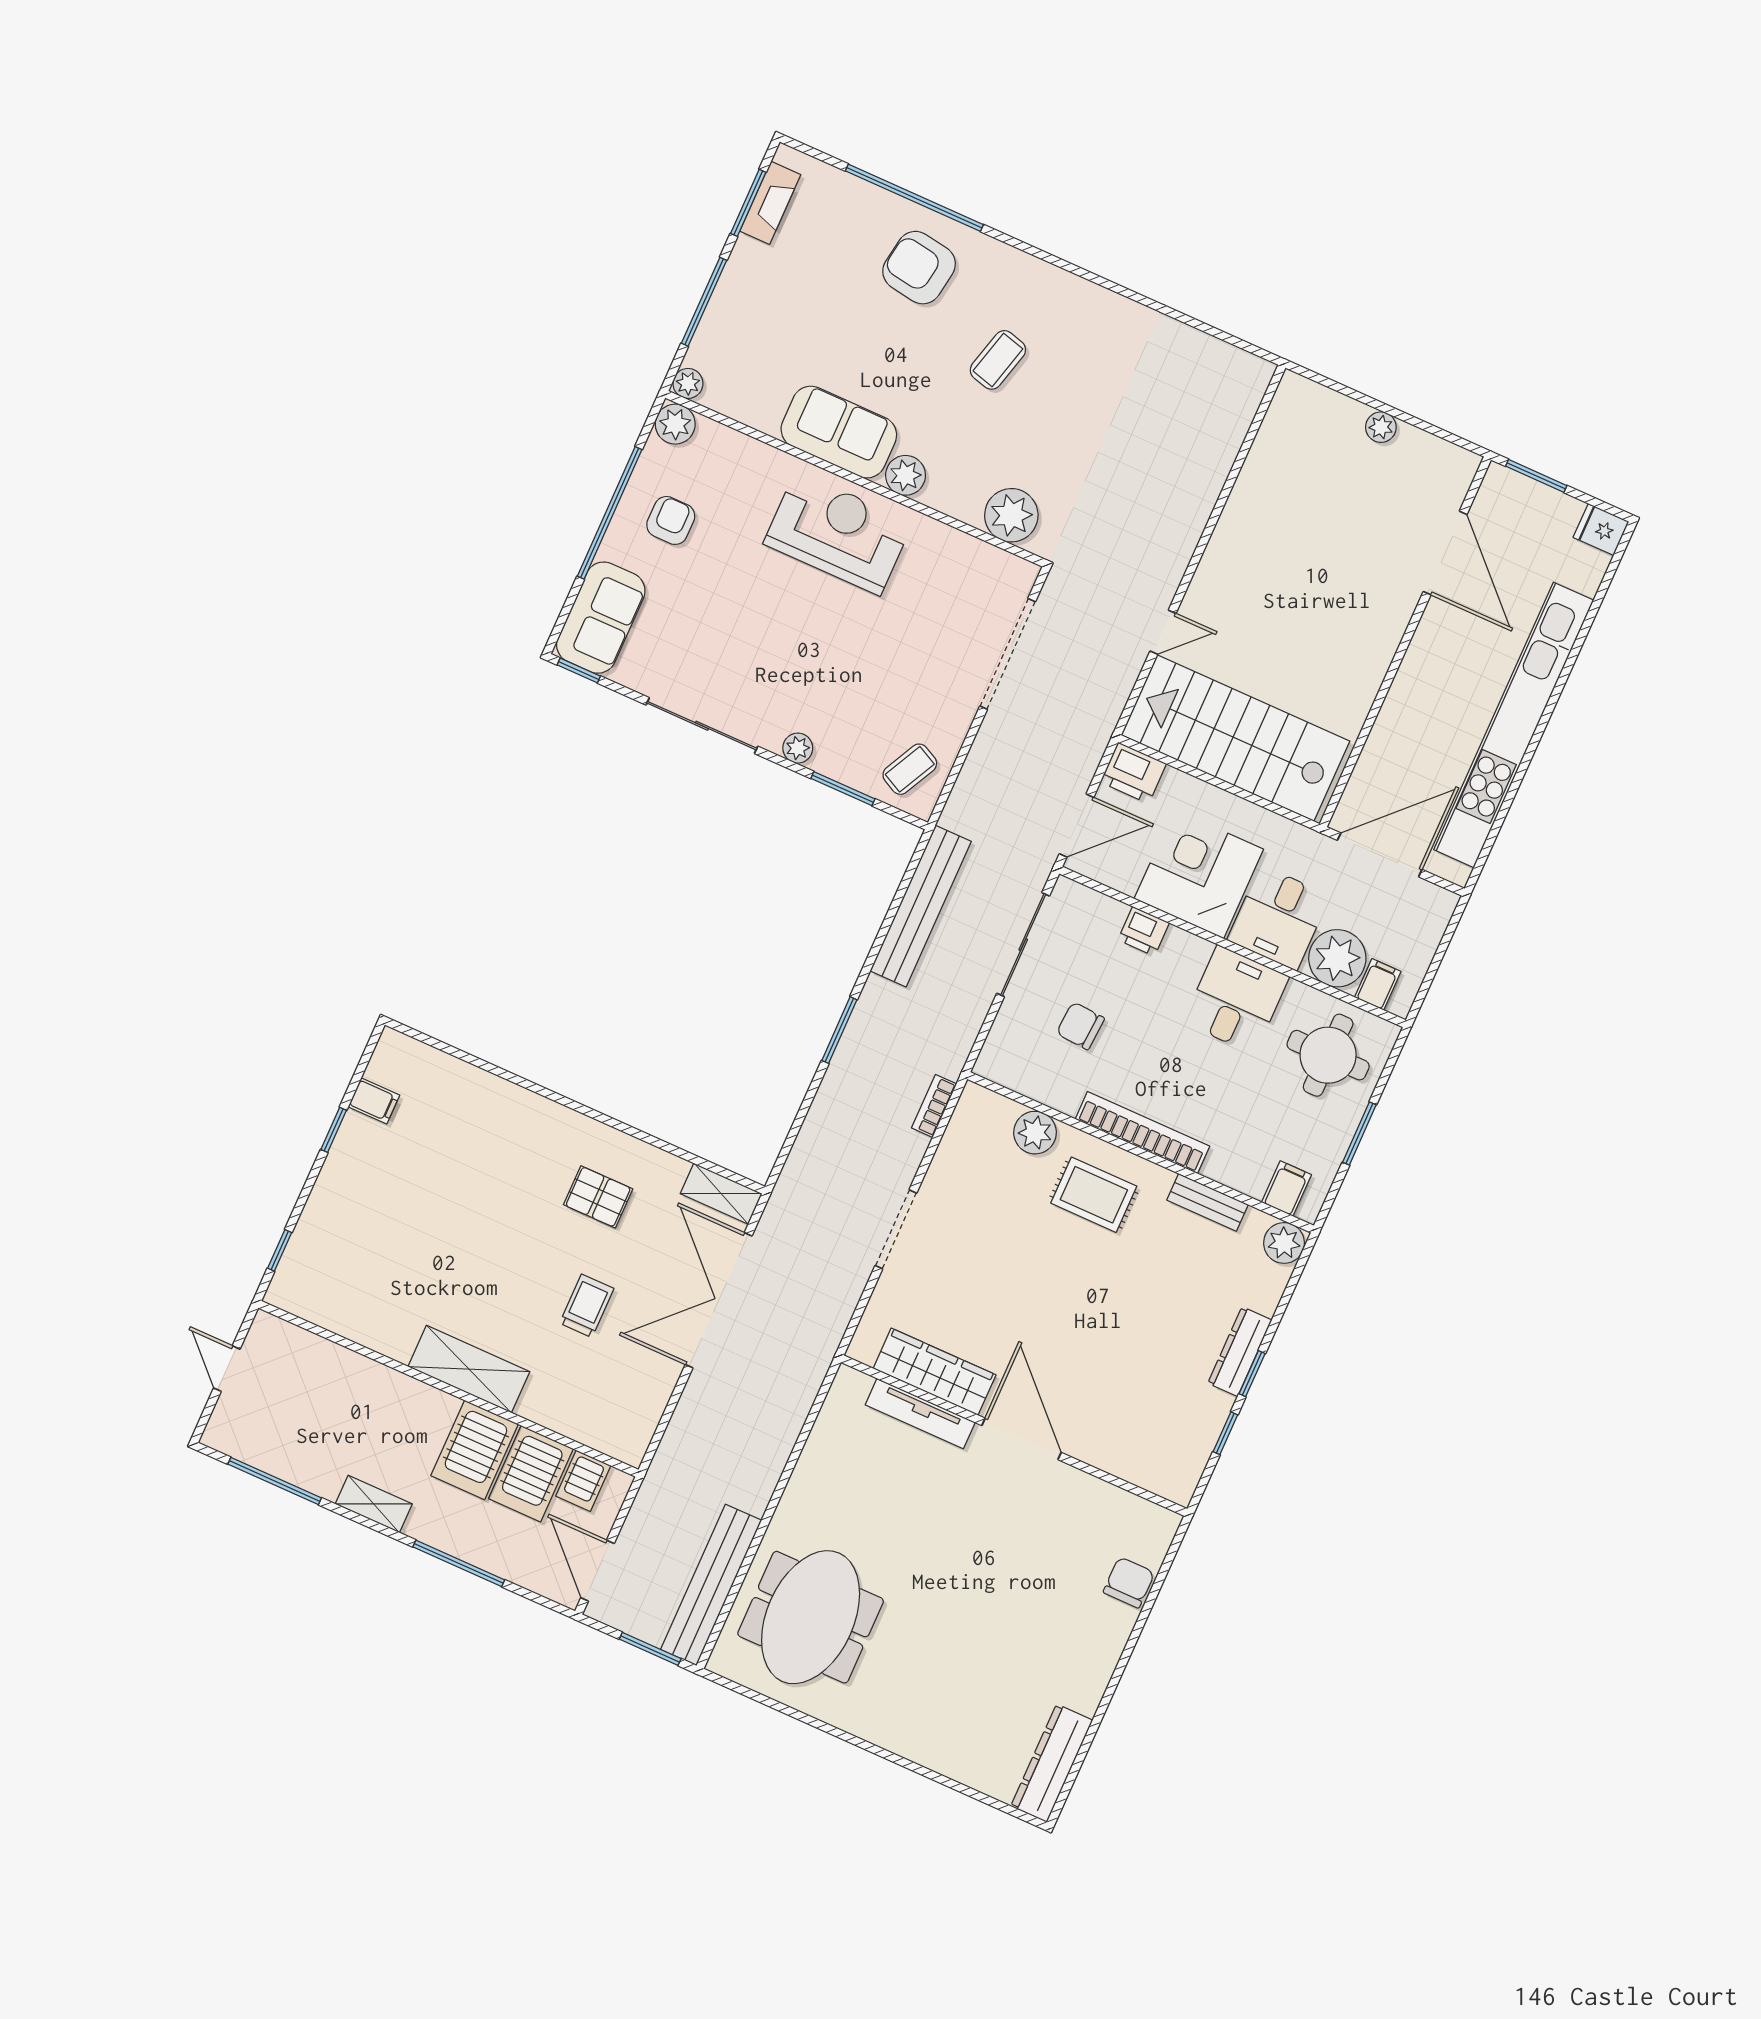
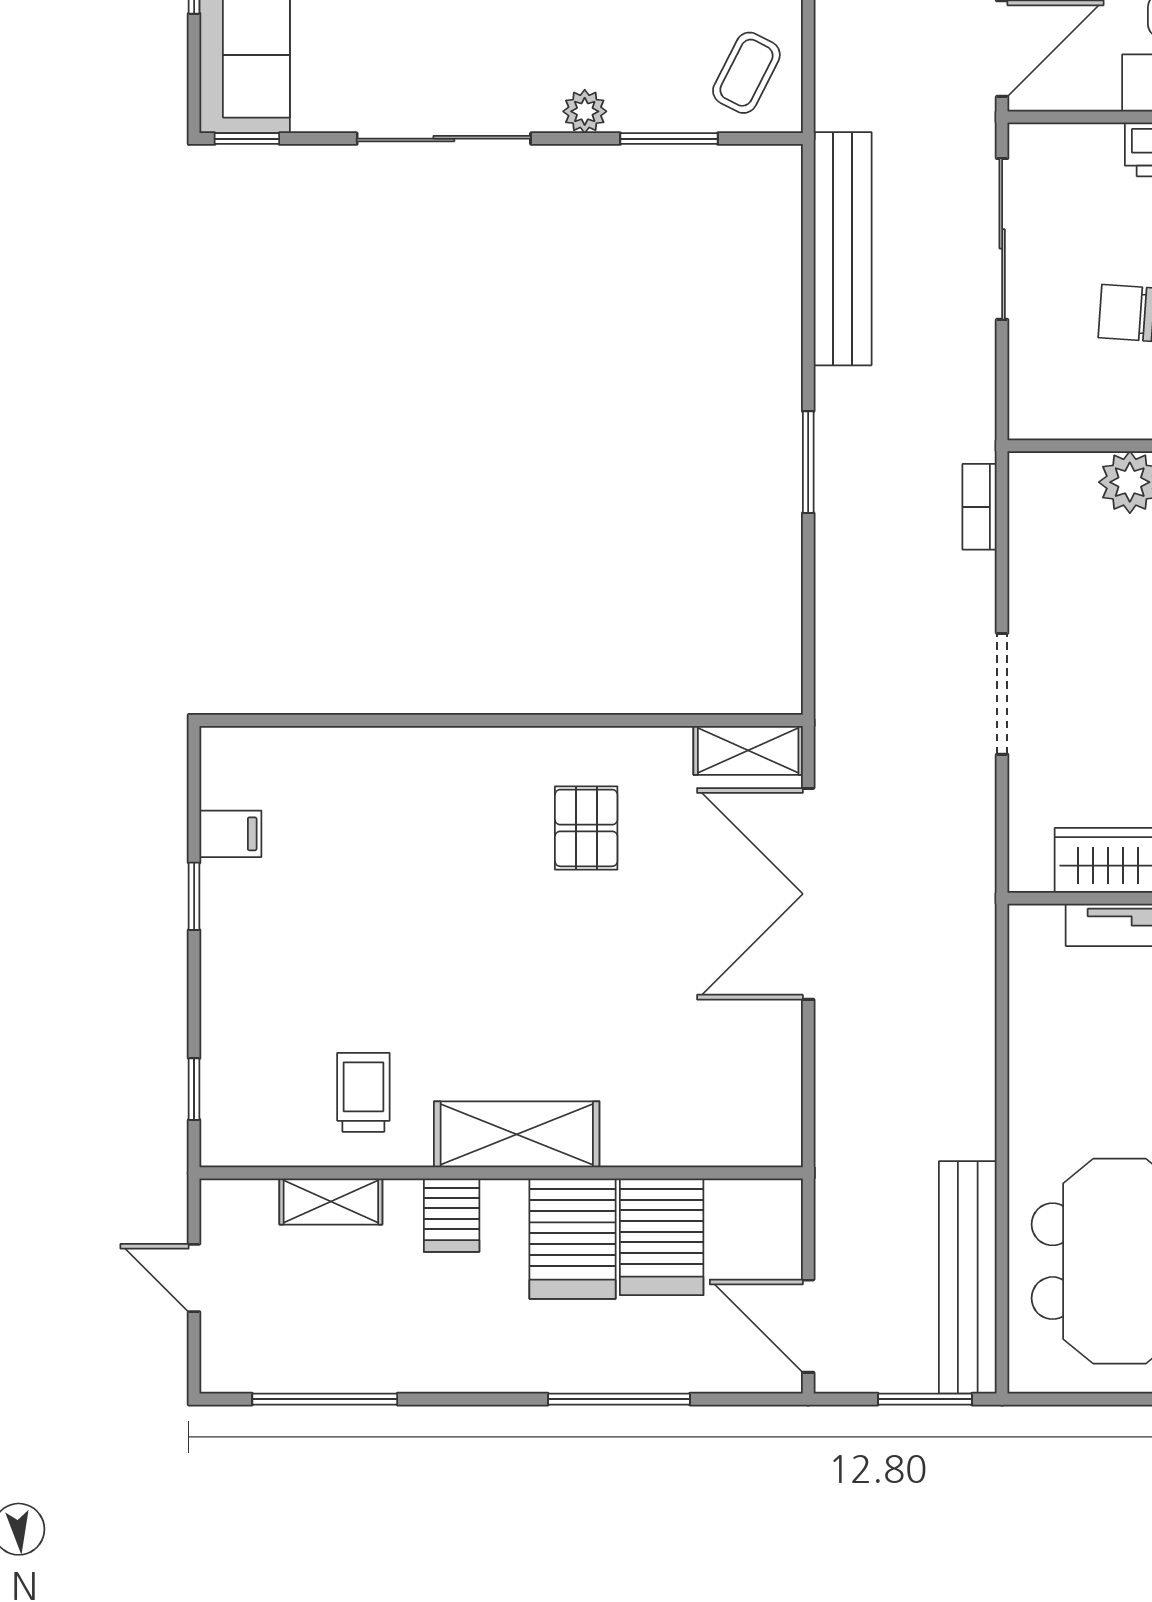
pallet: (598, 1197) -> (586, 828), turned 90
trolley: (587, 1306) -> (363, 1092), moved
server rack: (583, 1481) -> (452, 1215), moved
shelving: (374, 1504) -> (331, 1201), moved

